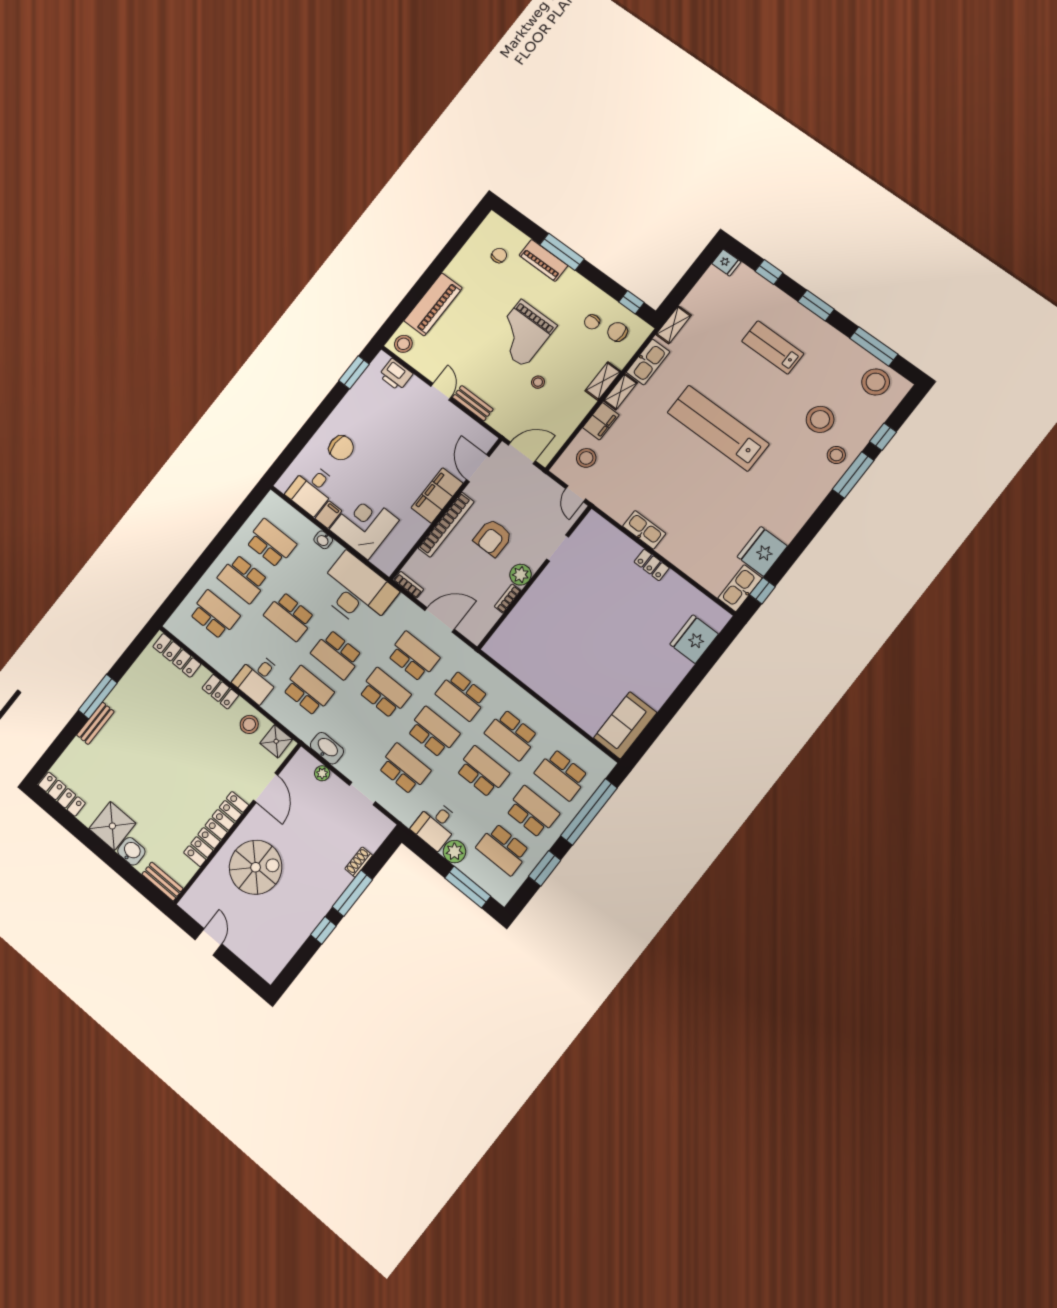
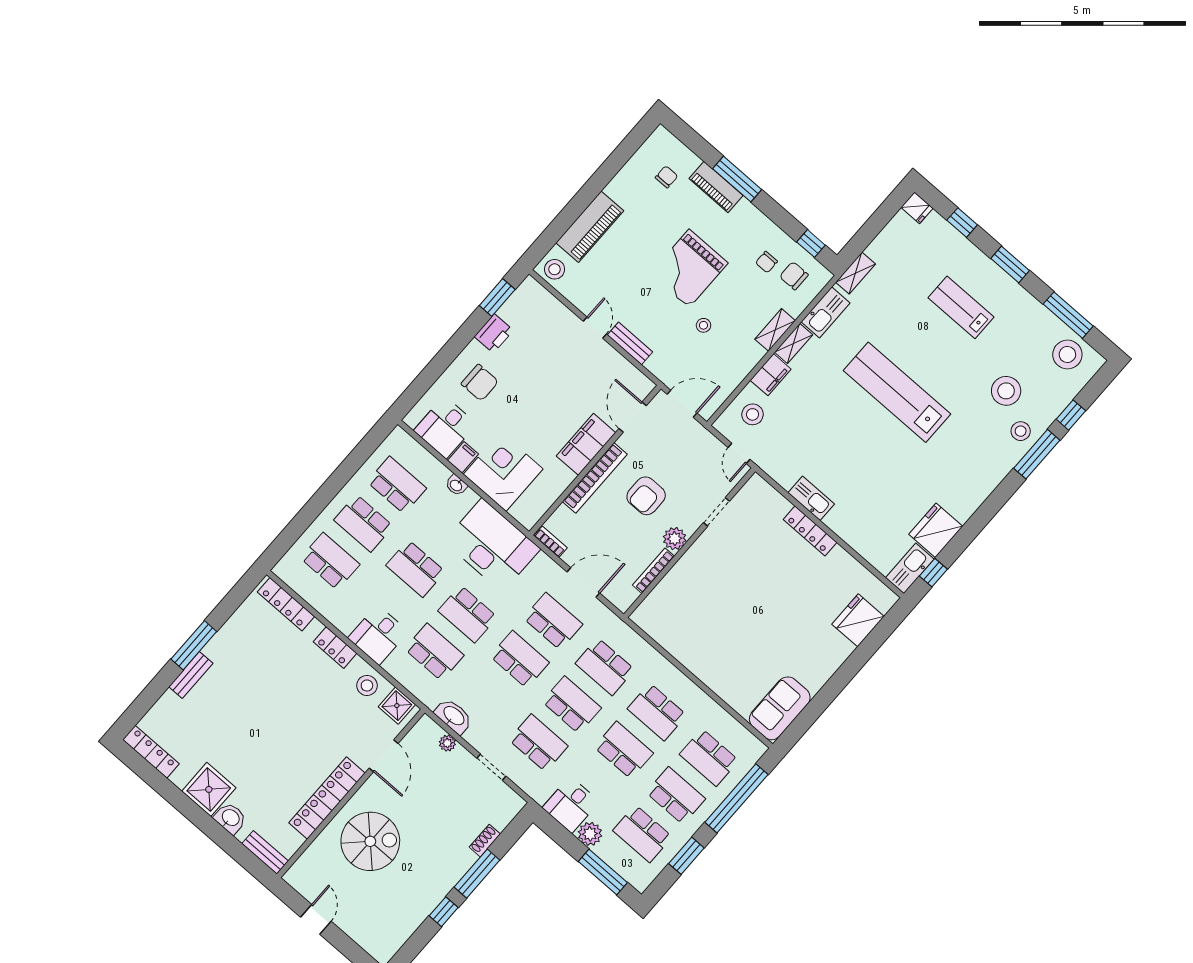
printer: (396, 375) -> (494, 333), moved, turned -90
locker: (652, 565) -> (810, 531), width x1.53
bookcase: (508, 599) -> (654, 571), width x1.56

